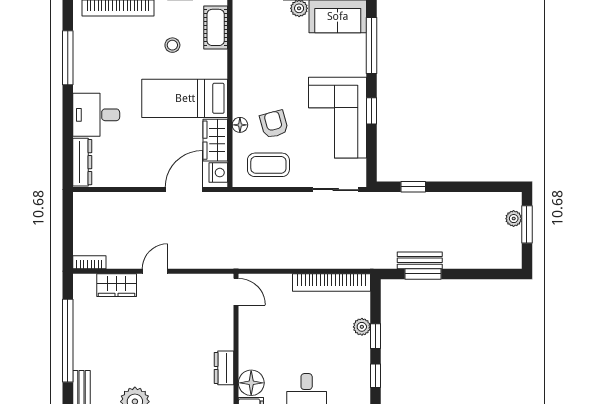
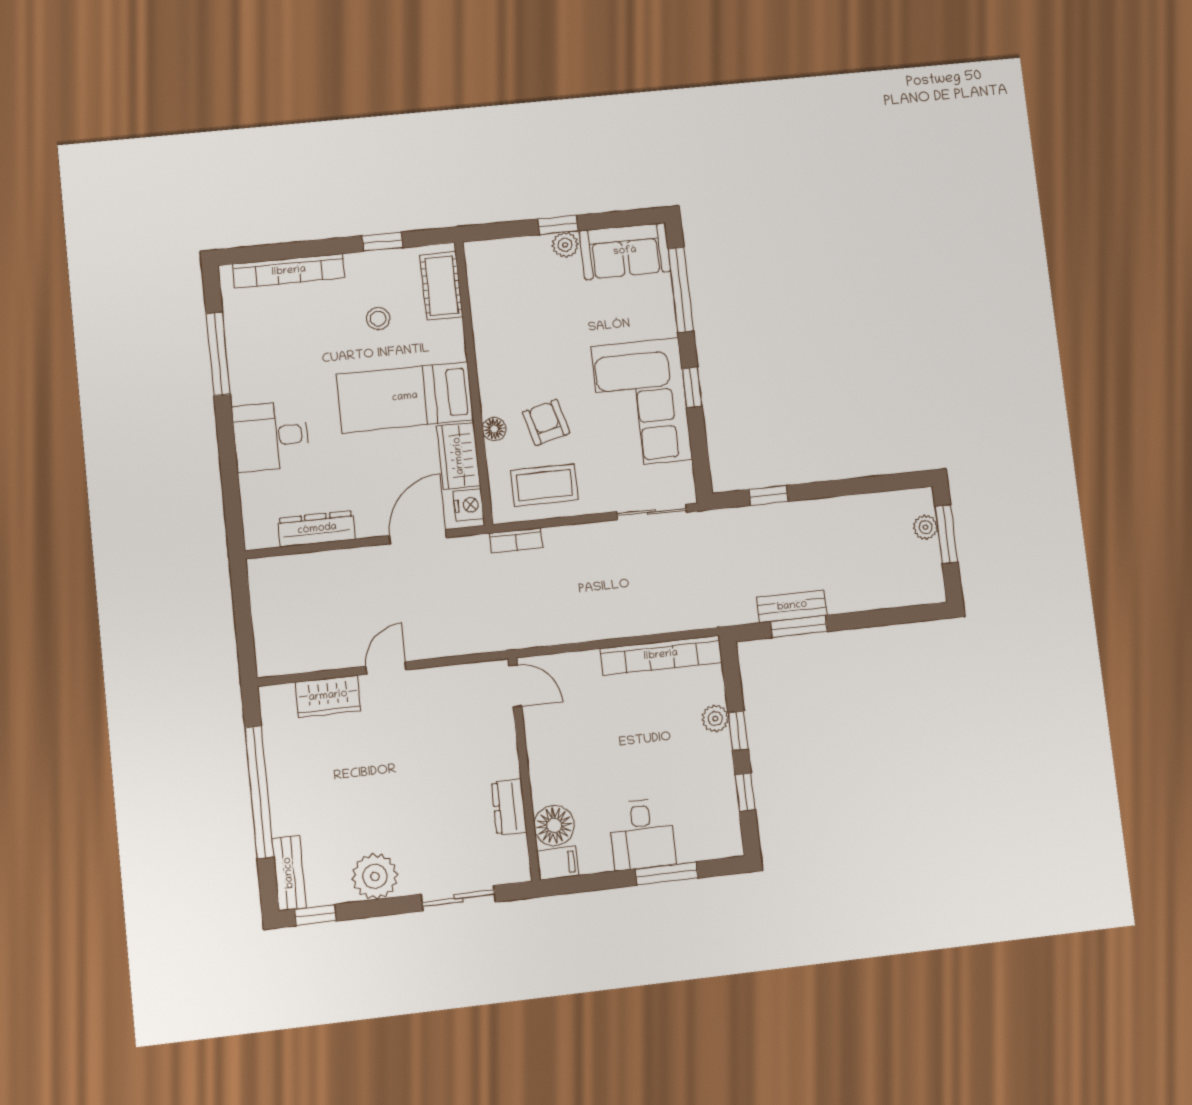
dresser: (82, 162) -> (317, 529), moved, turned -90
bookcase: (89, 262) -> (516, 540), moved, turned 180

